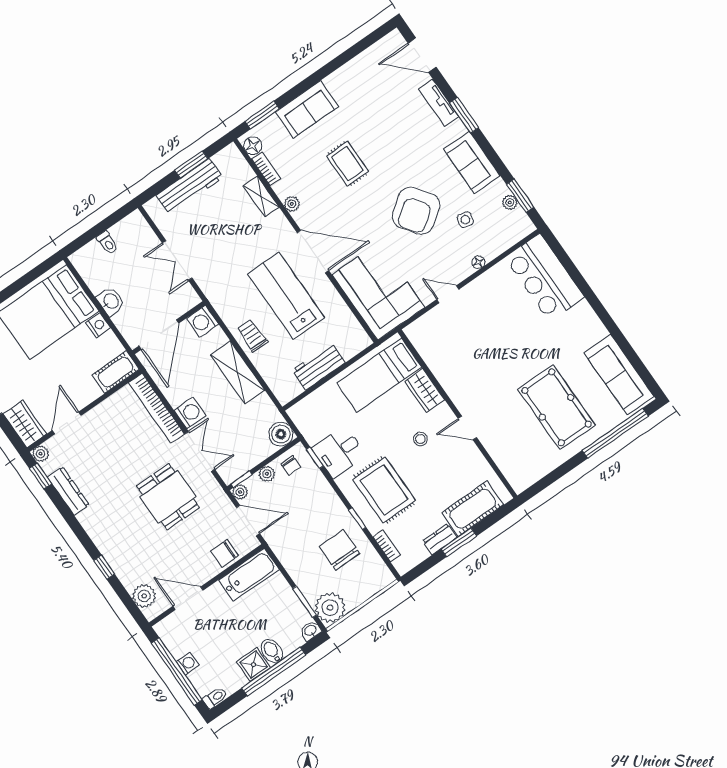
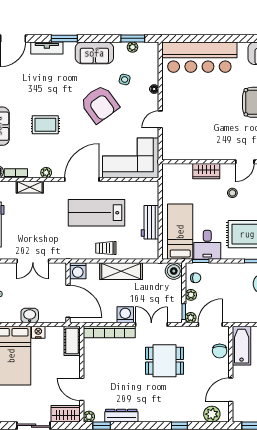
bar counter: (545, 277) -> (199, 57), width x1.36
bed: (379, 375) -> (180, 232), moved, turned 180

